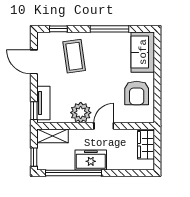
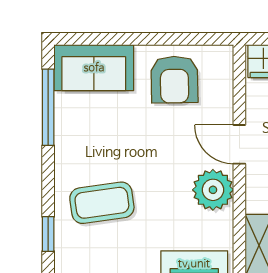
window: (110, 29) -> (48, 107), moved
armchair: (137, 93) -> (174, 80), turned 89

